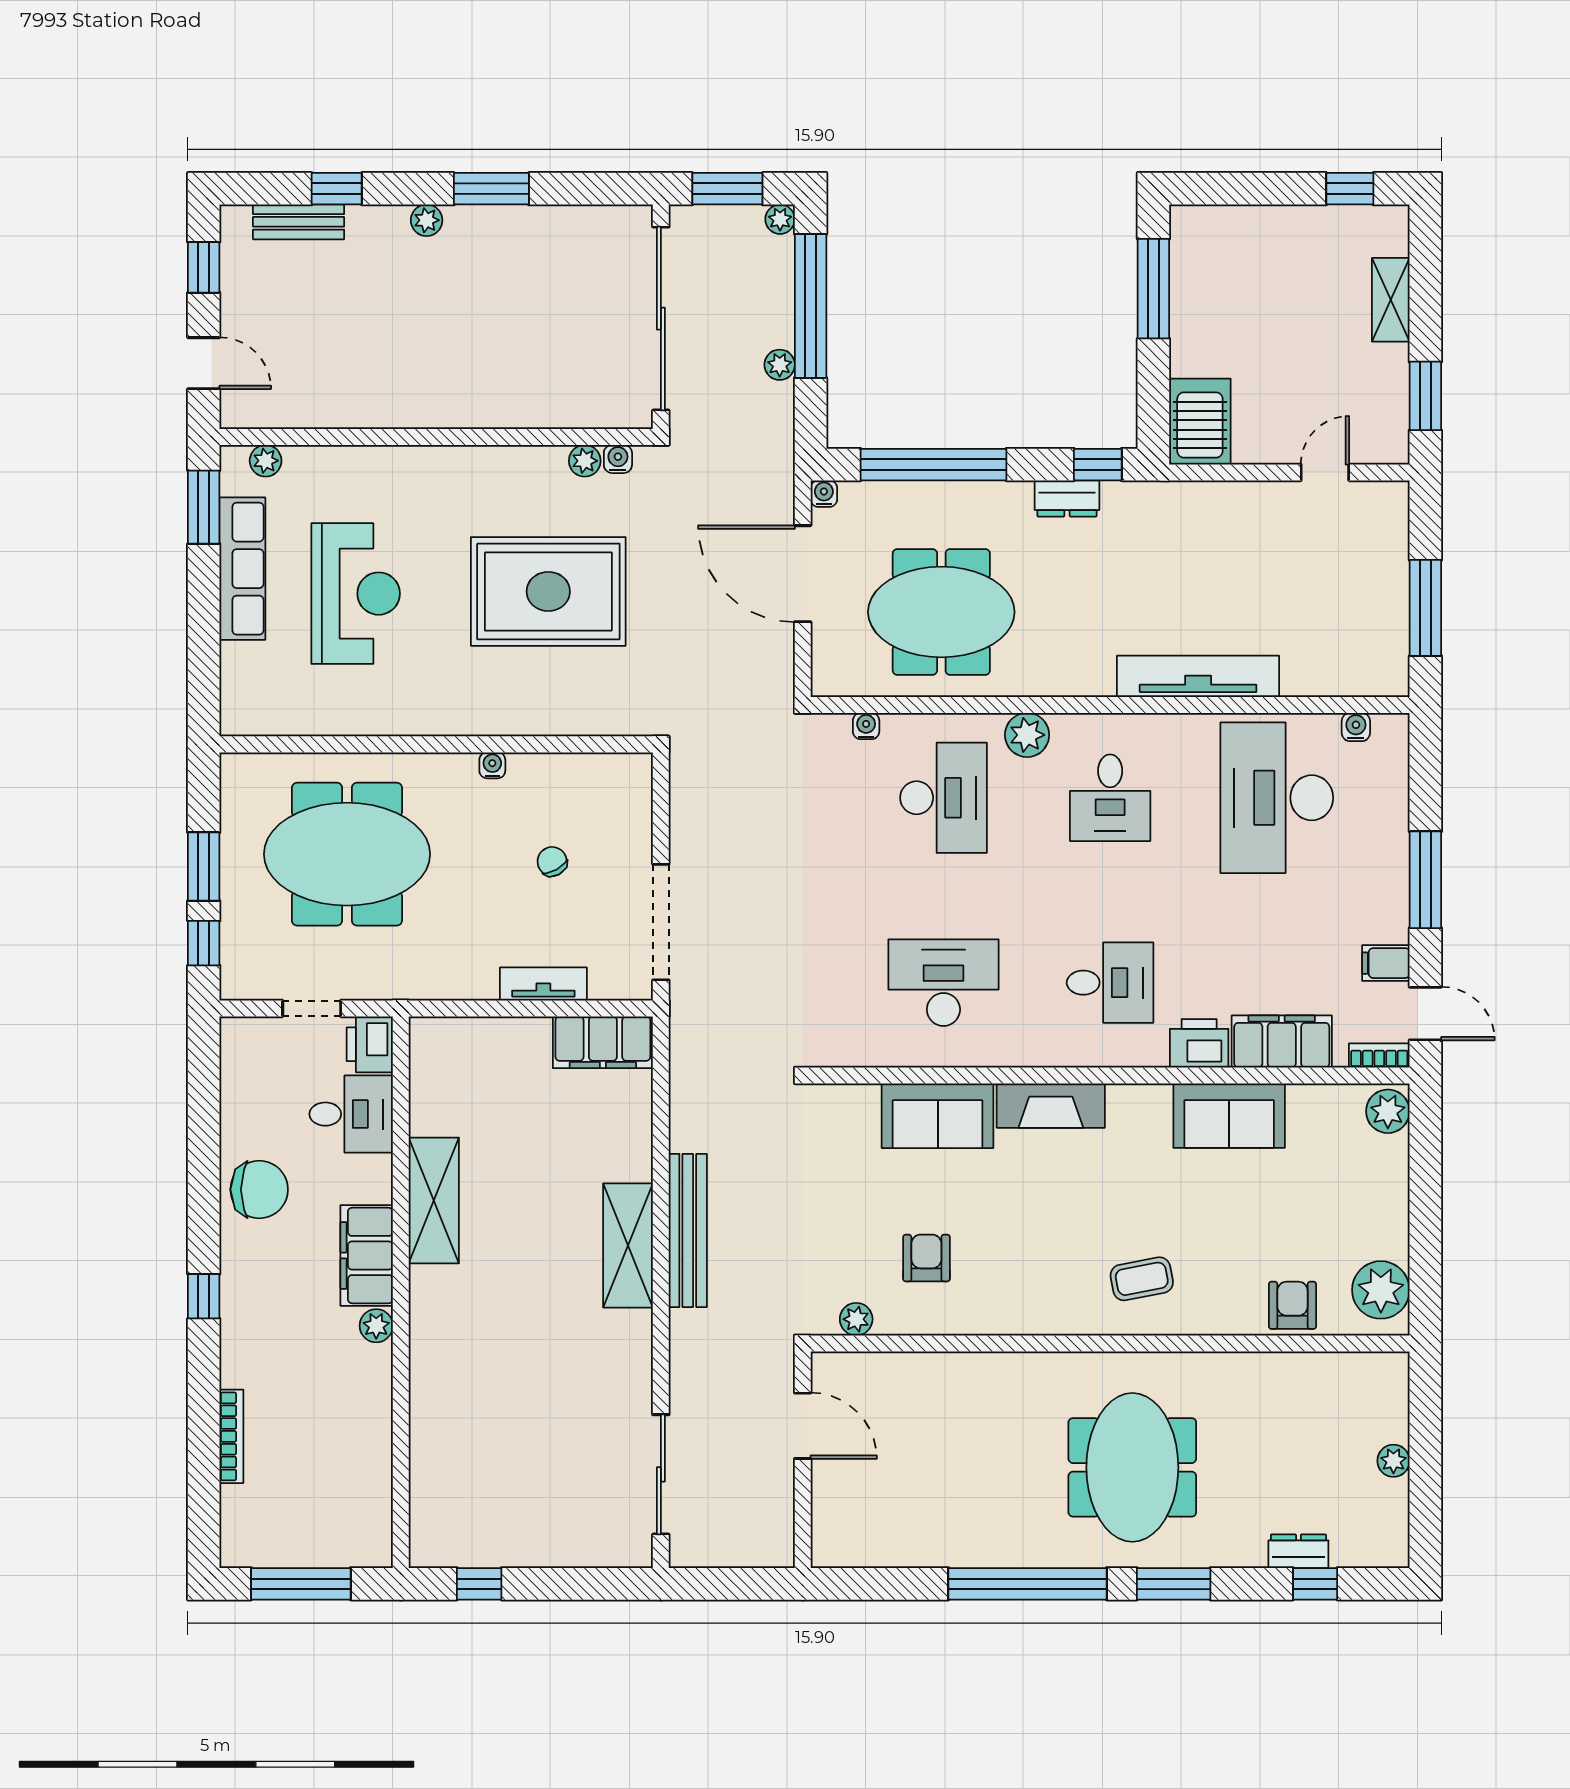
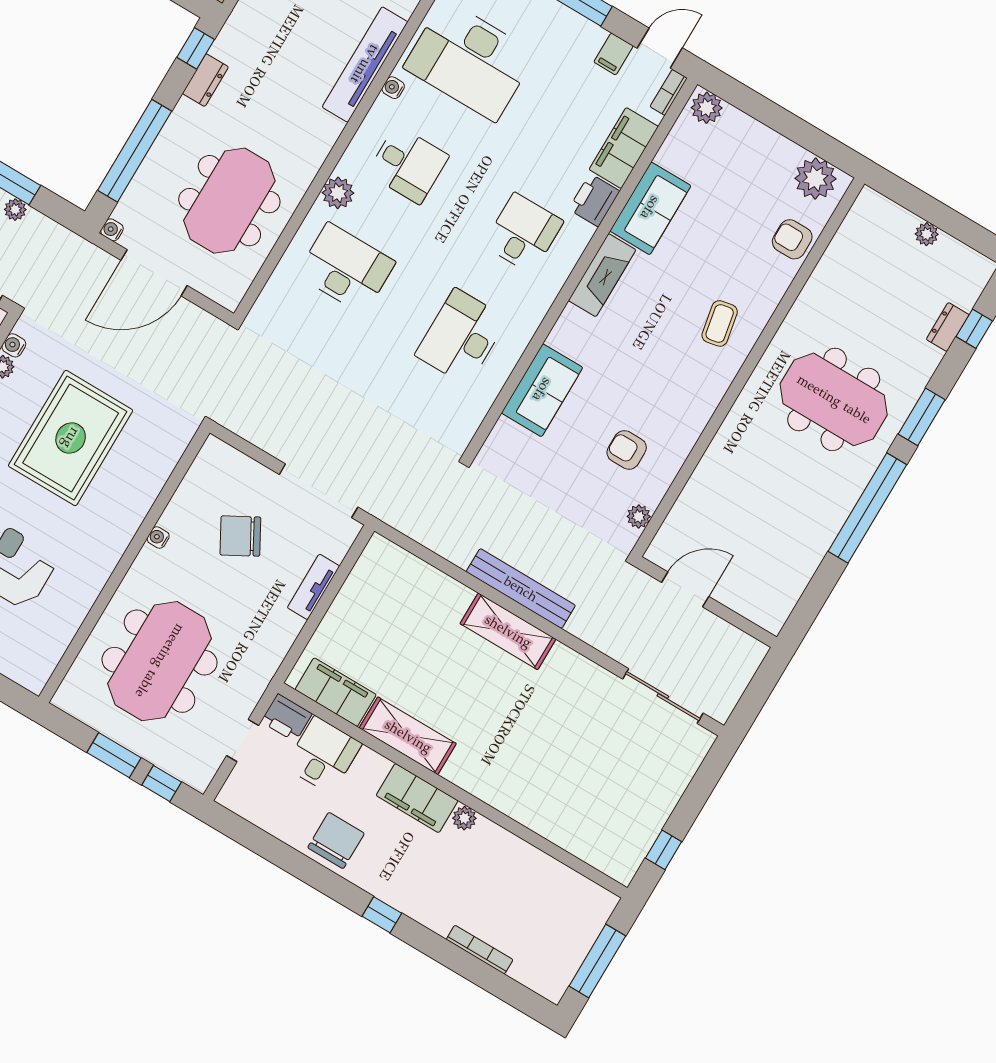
water cooler: (866, 726) -> (393, 88), moved
chair: (552, 862) -> (240, 536), width x1.87, depth x1.87
filing cabinet: (603, 1042) -> (336, 692), moved, turned -90
fireplace: (1051, 1106) -> (602, 275), moved

